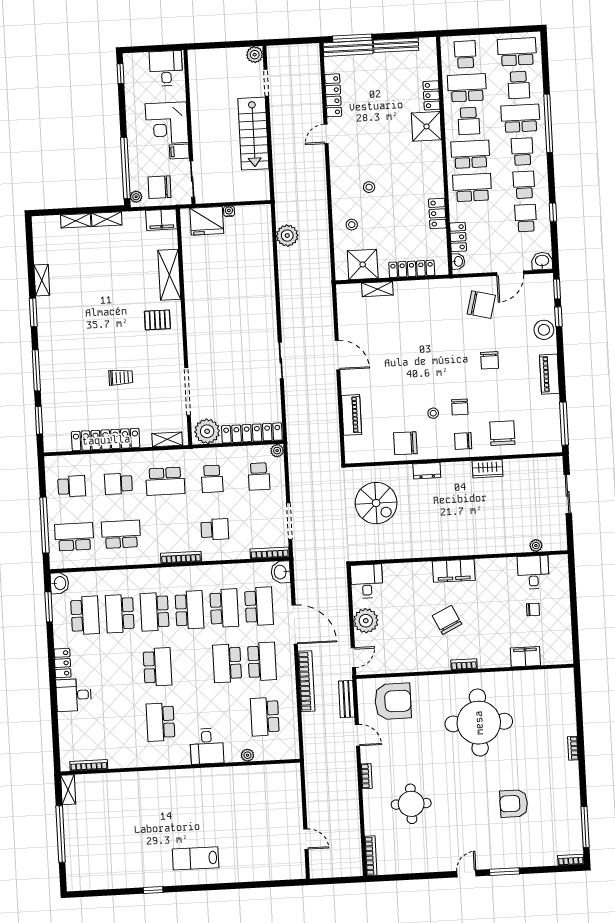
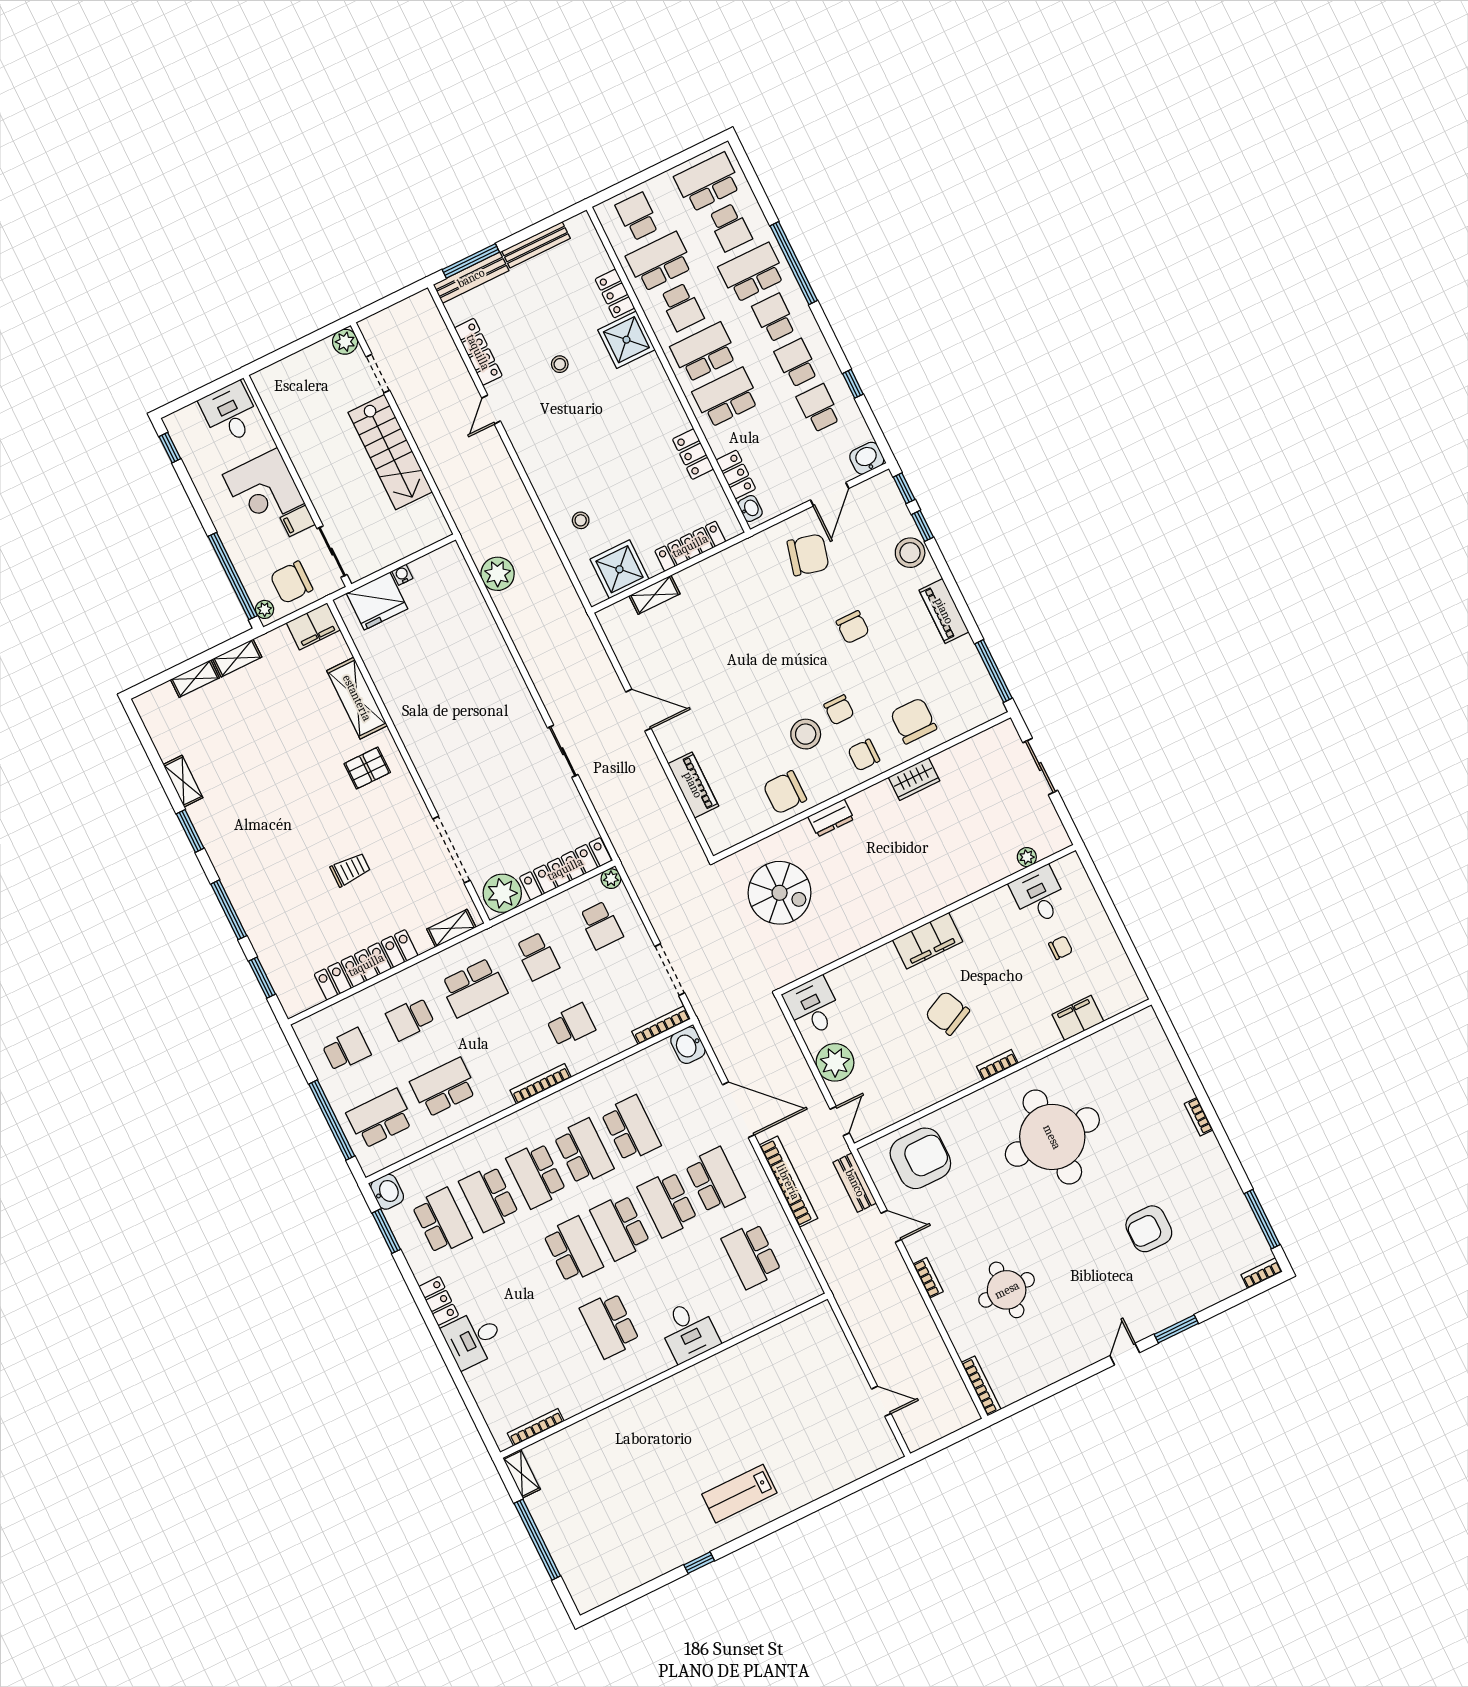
stool: (369, 187) -> (560, 364), moved
stool: (433, 413) -> (806, 734), width x1.89, depth x1.89
school desk: (259, 606) -> (620, 1227), moved, turned 180
plant: (247, 755) -> (750, 1319), removed

